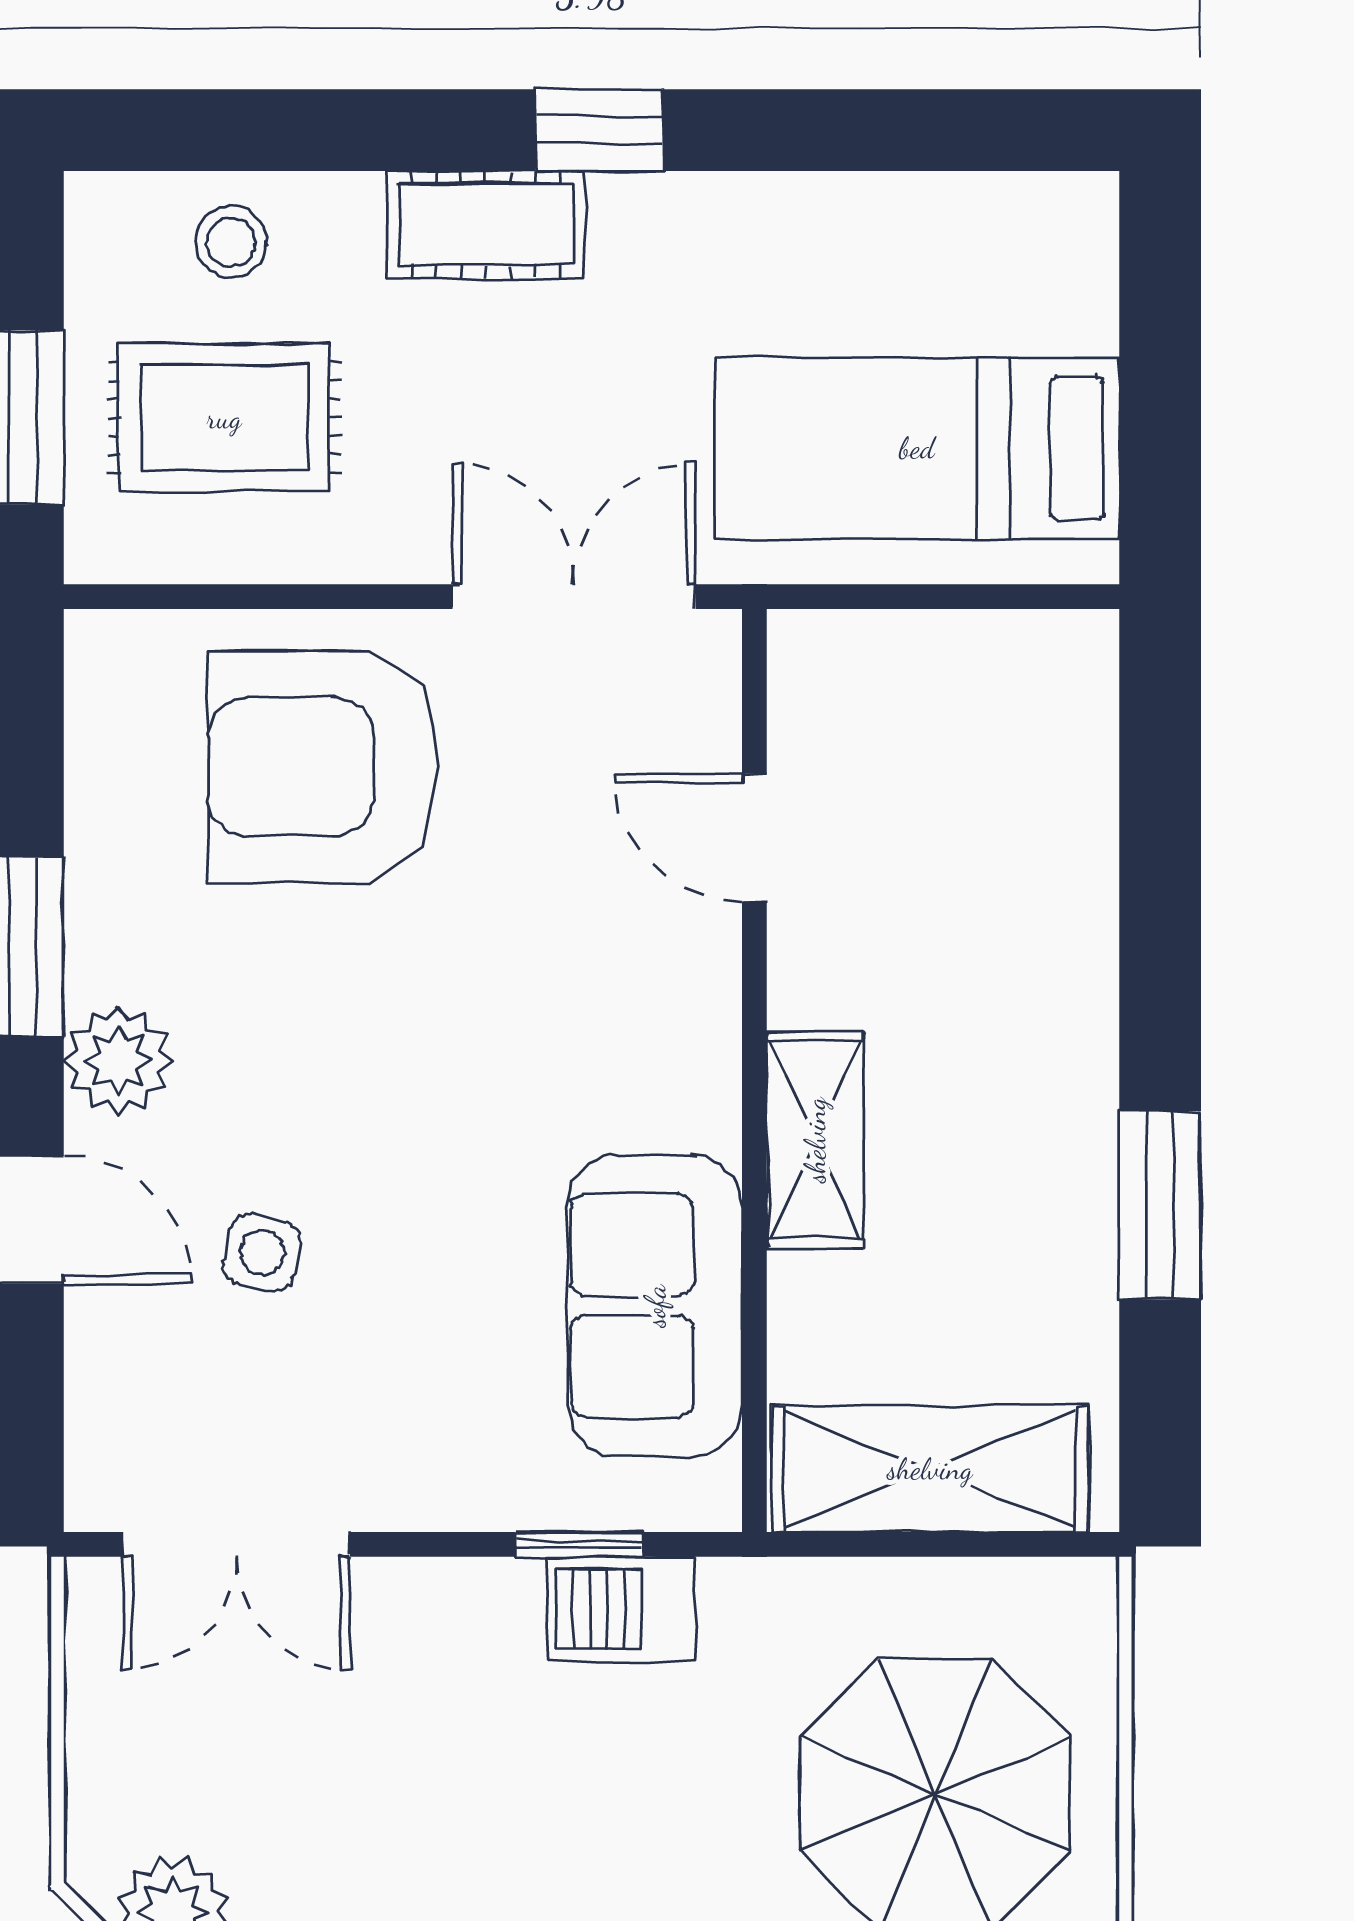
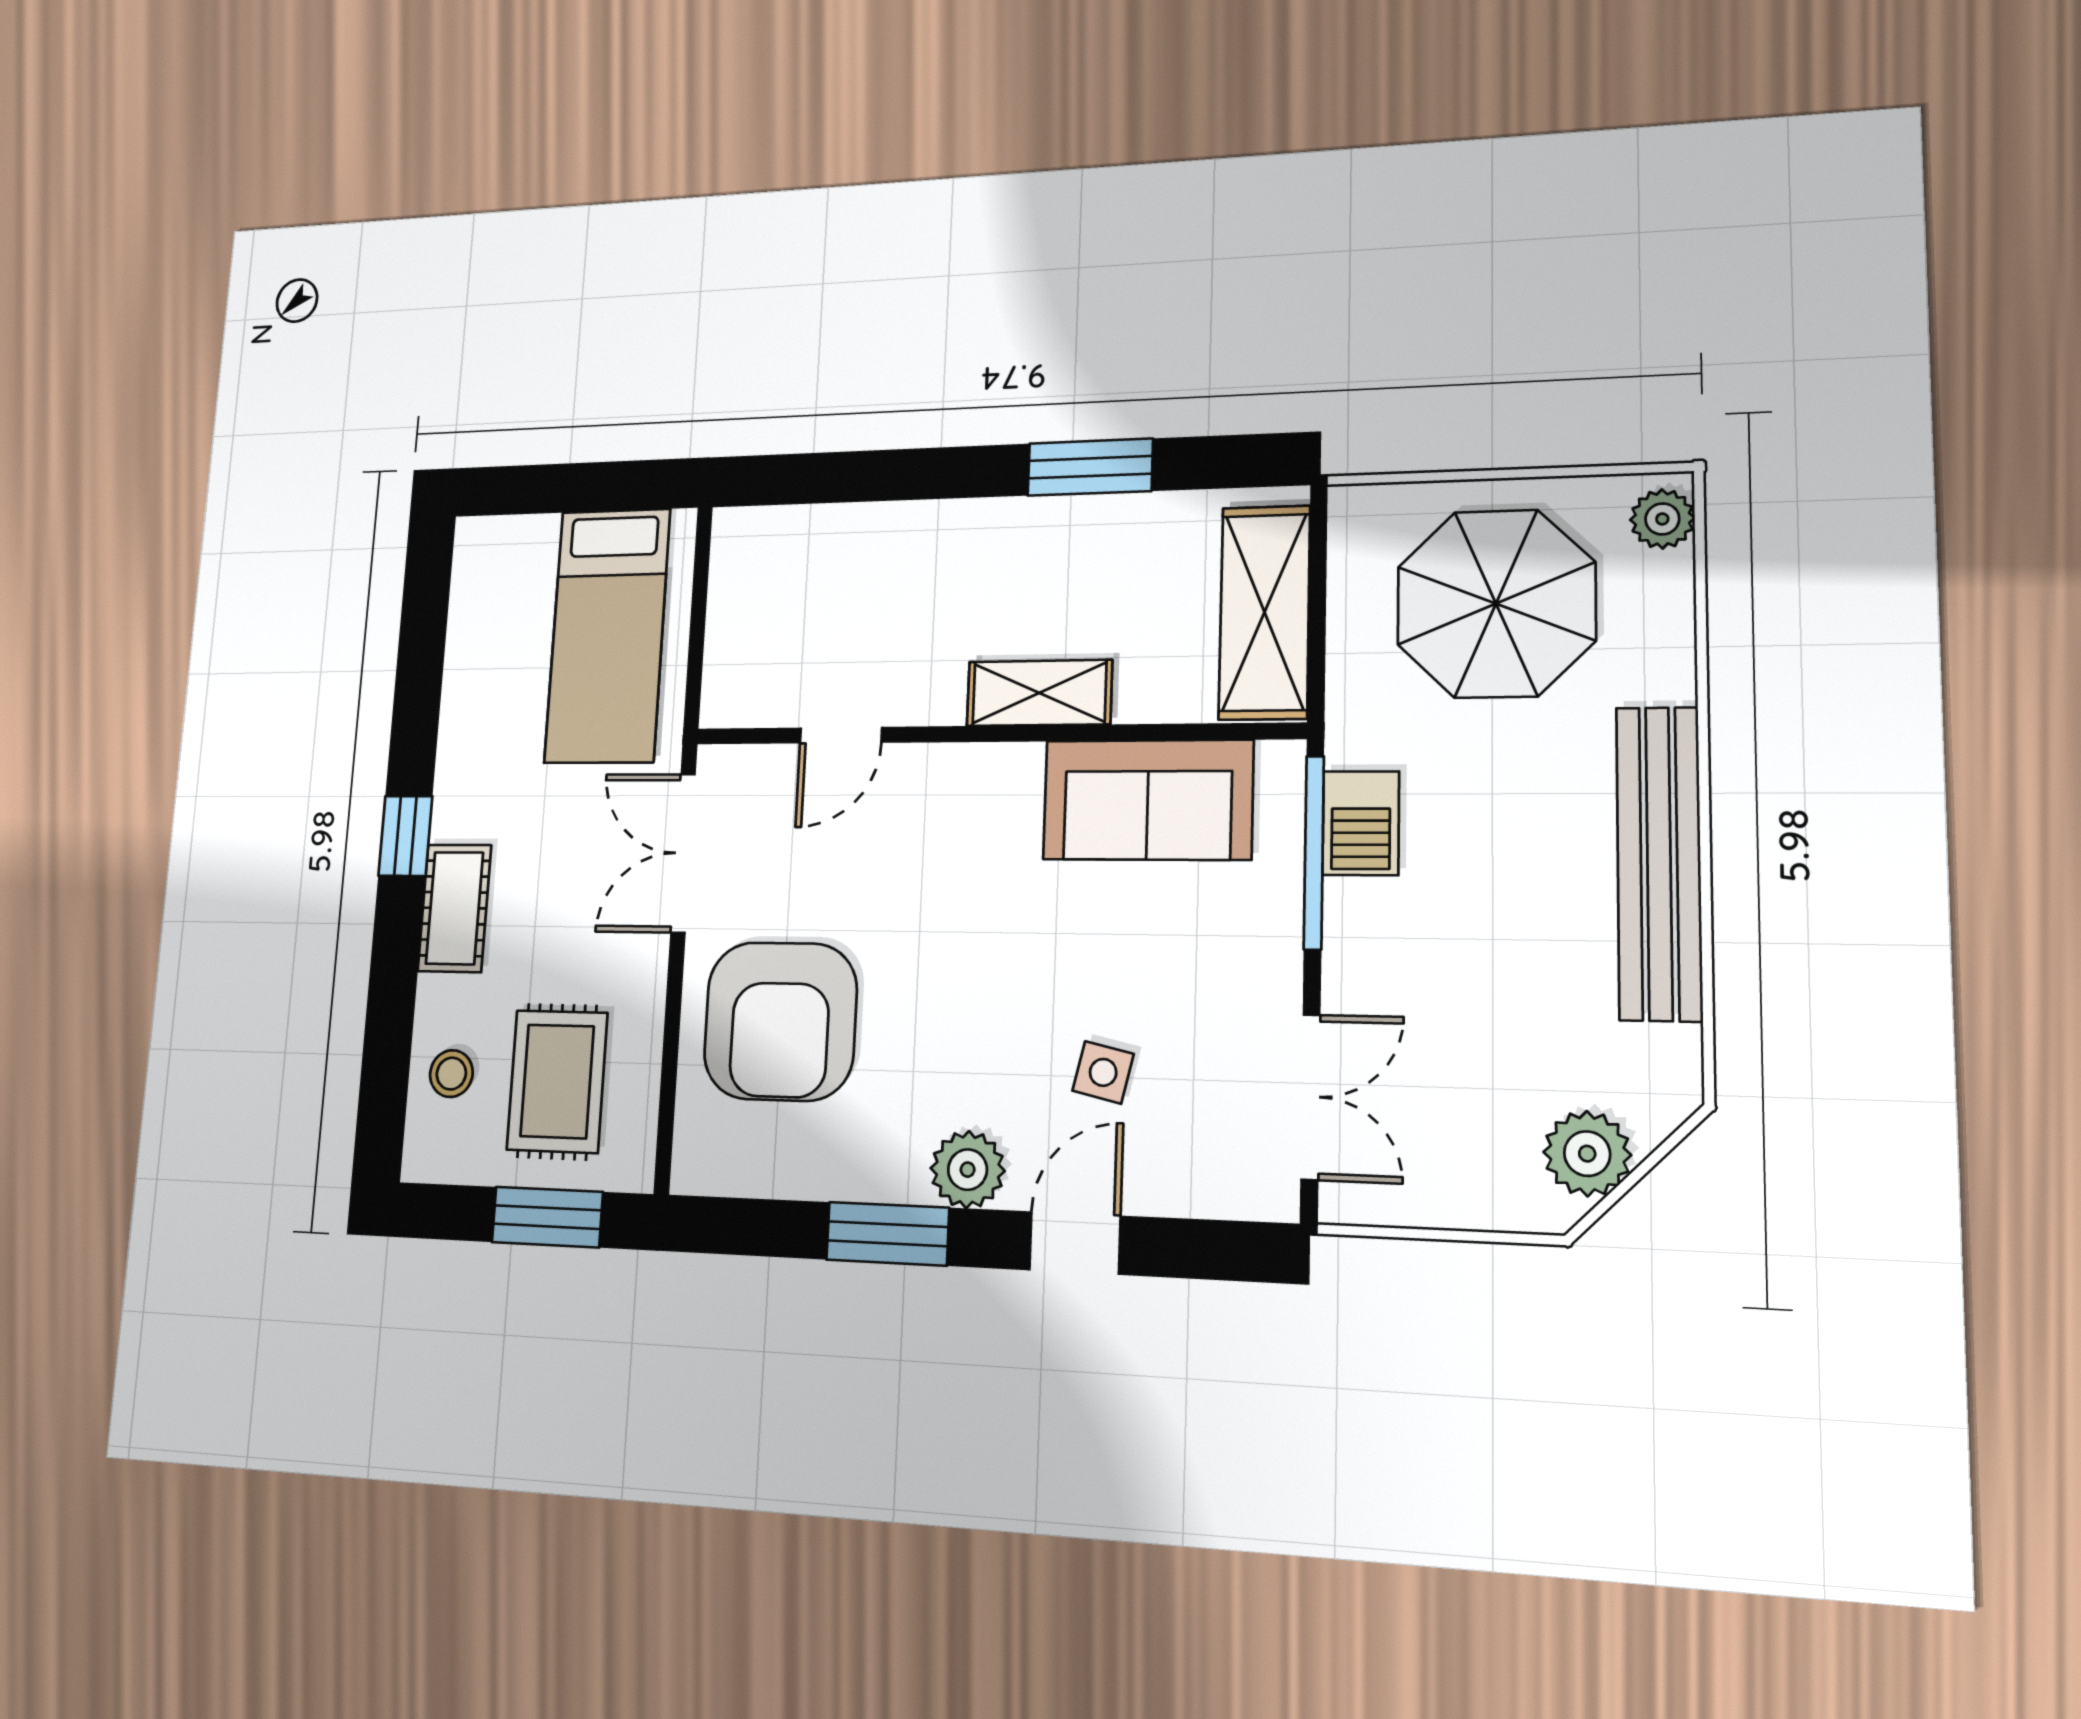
window: (579, 1544) -> (1314, 852), width x2.17

